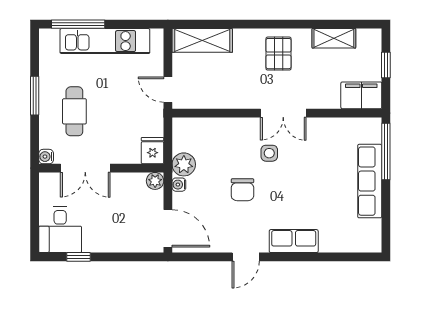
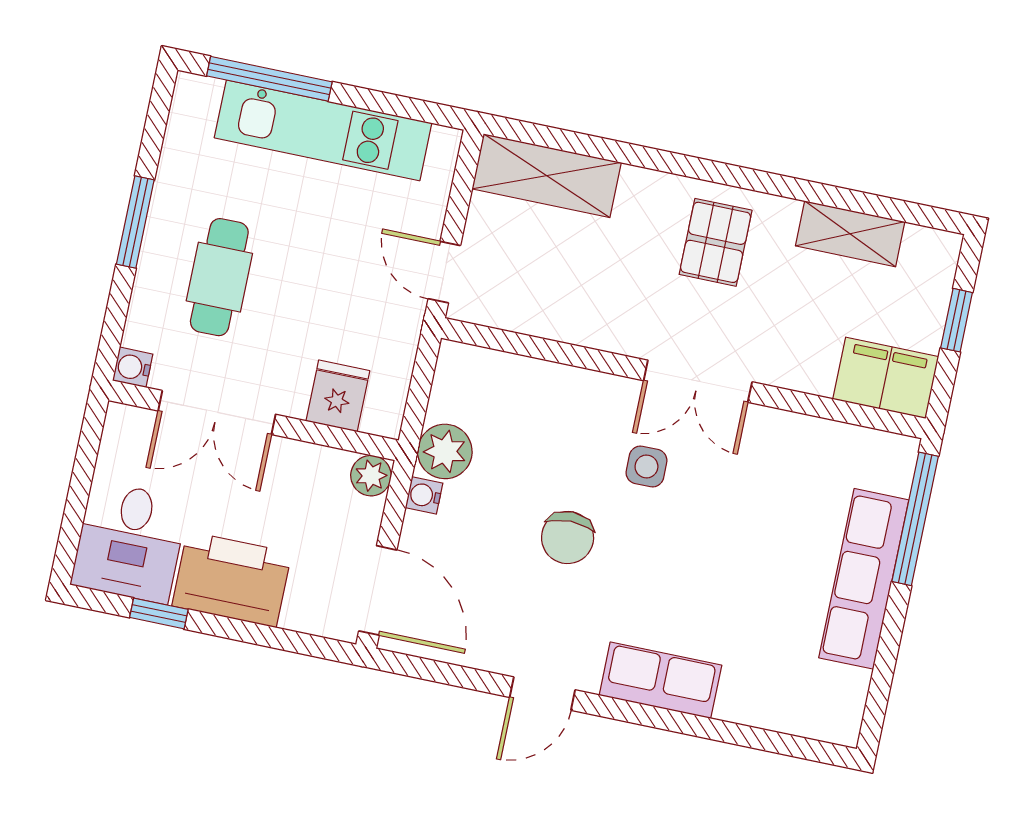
fridge: (153, 151) -> (338, 396), moved
printer: (106, 236) -> (232, 579), added

